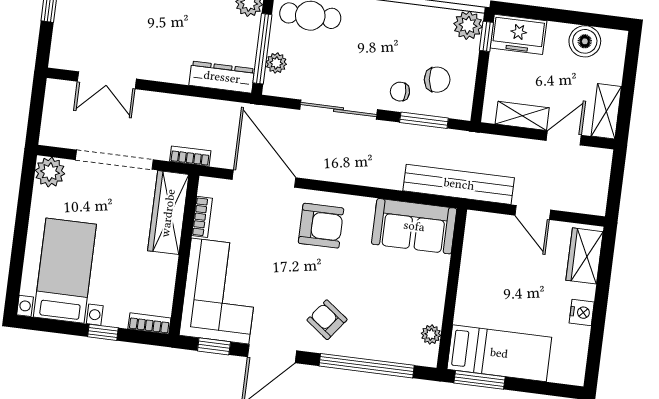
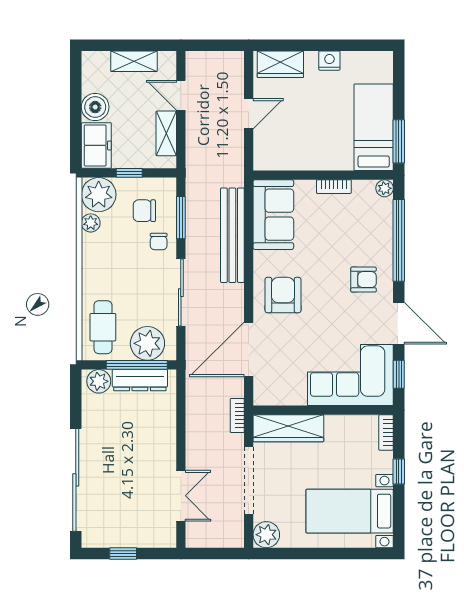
plant: (431, 17) -> (91, 223), added
plant: (468, 25) -> (99, 195), width x1.36, depth x1.36
window: (486, 36) -> (129, 173), moved
boiler: (585, 41) -> (95, 107), moved
plant: (276, 63) -> (147, 343), width x1.87, depth x1.87
dresser: (222, 77) -> (140, 380), moved, turned -90
chair: (437, 80) -> (144, 211), turned -83
shelving: (606, 111) -> (134, 61), moved
bench: (459, 184) -> (232, 235), moved
bookcase: (202, 217) -> (334, 187), moved, turned 180
armchair: (327, 320) -> (363, 280), turned -127
plant: (431, 334) -> (385, 188), moved

